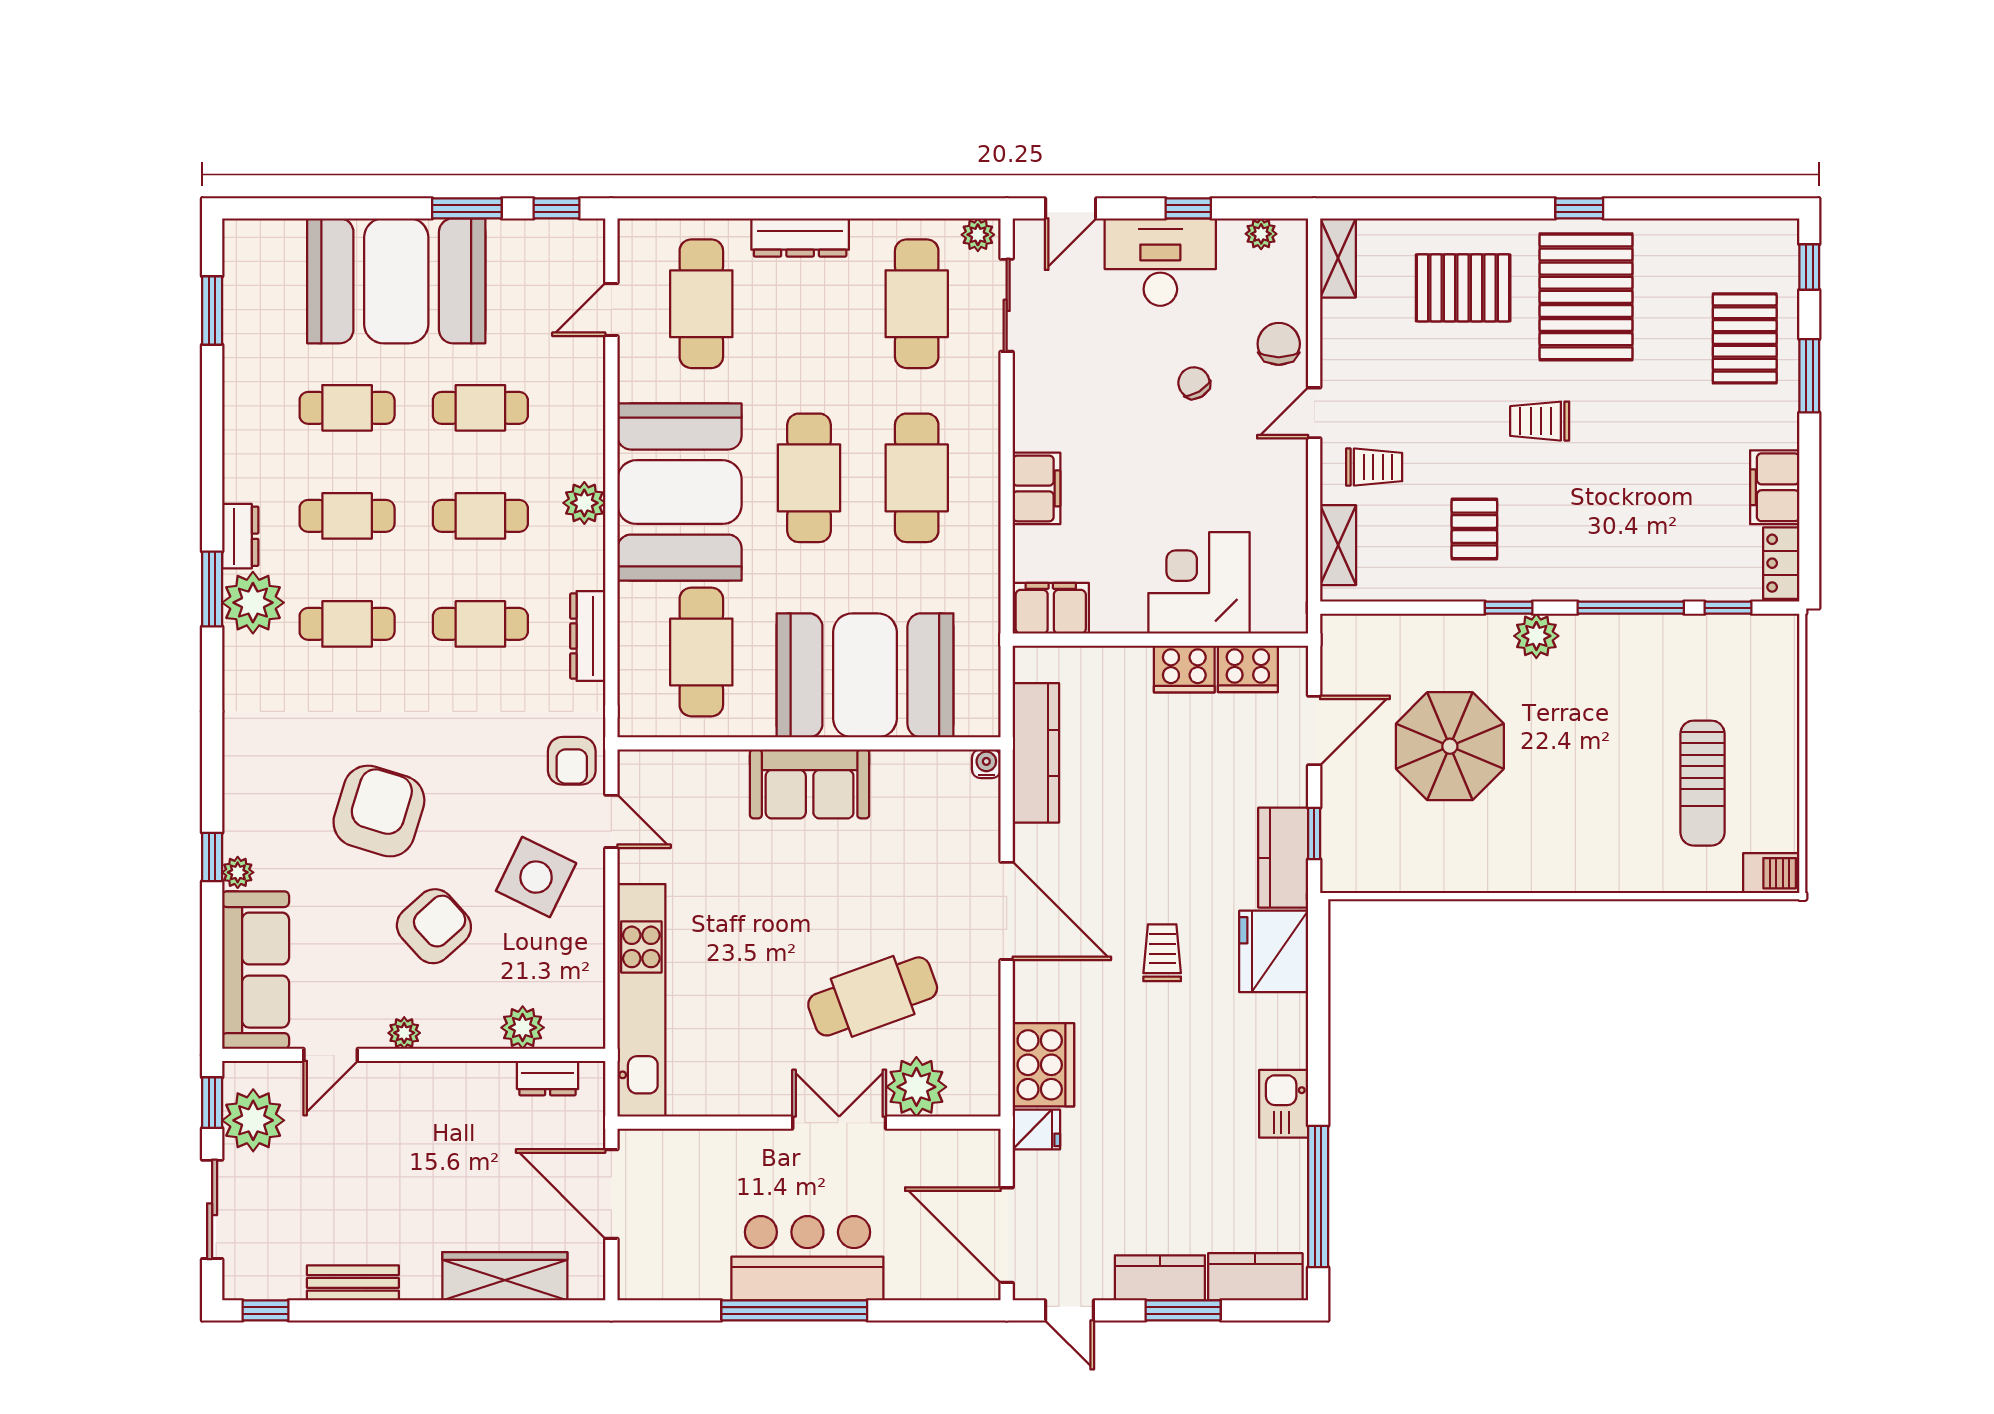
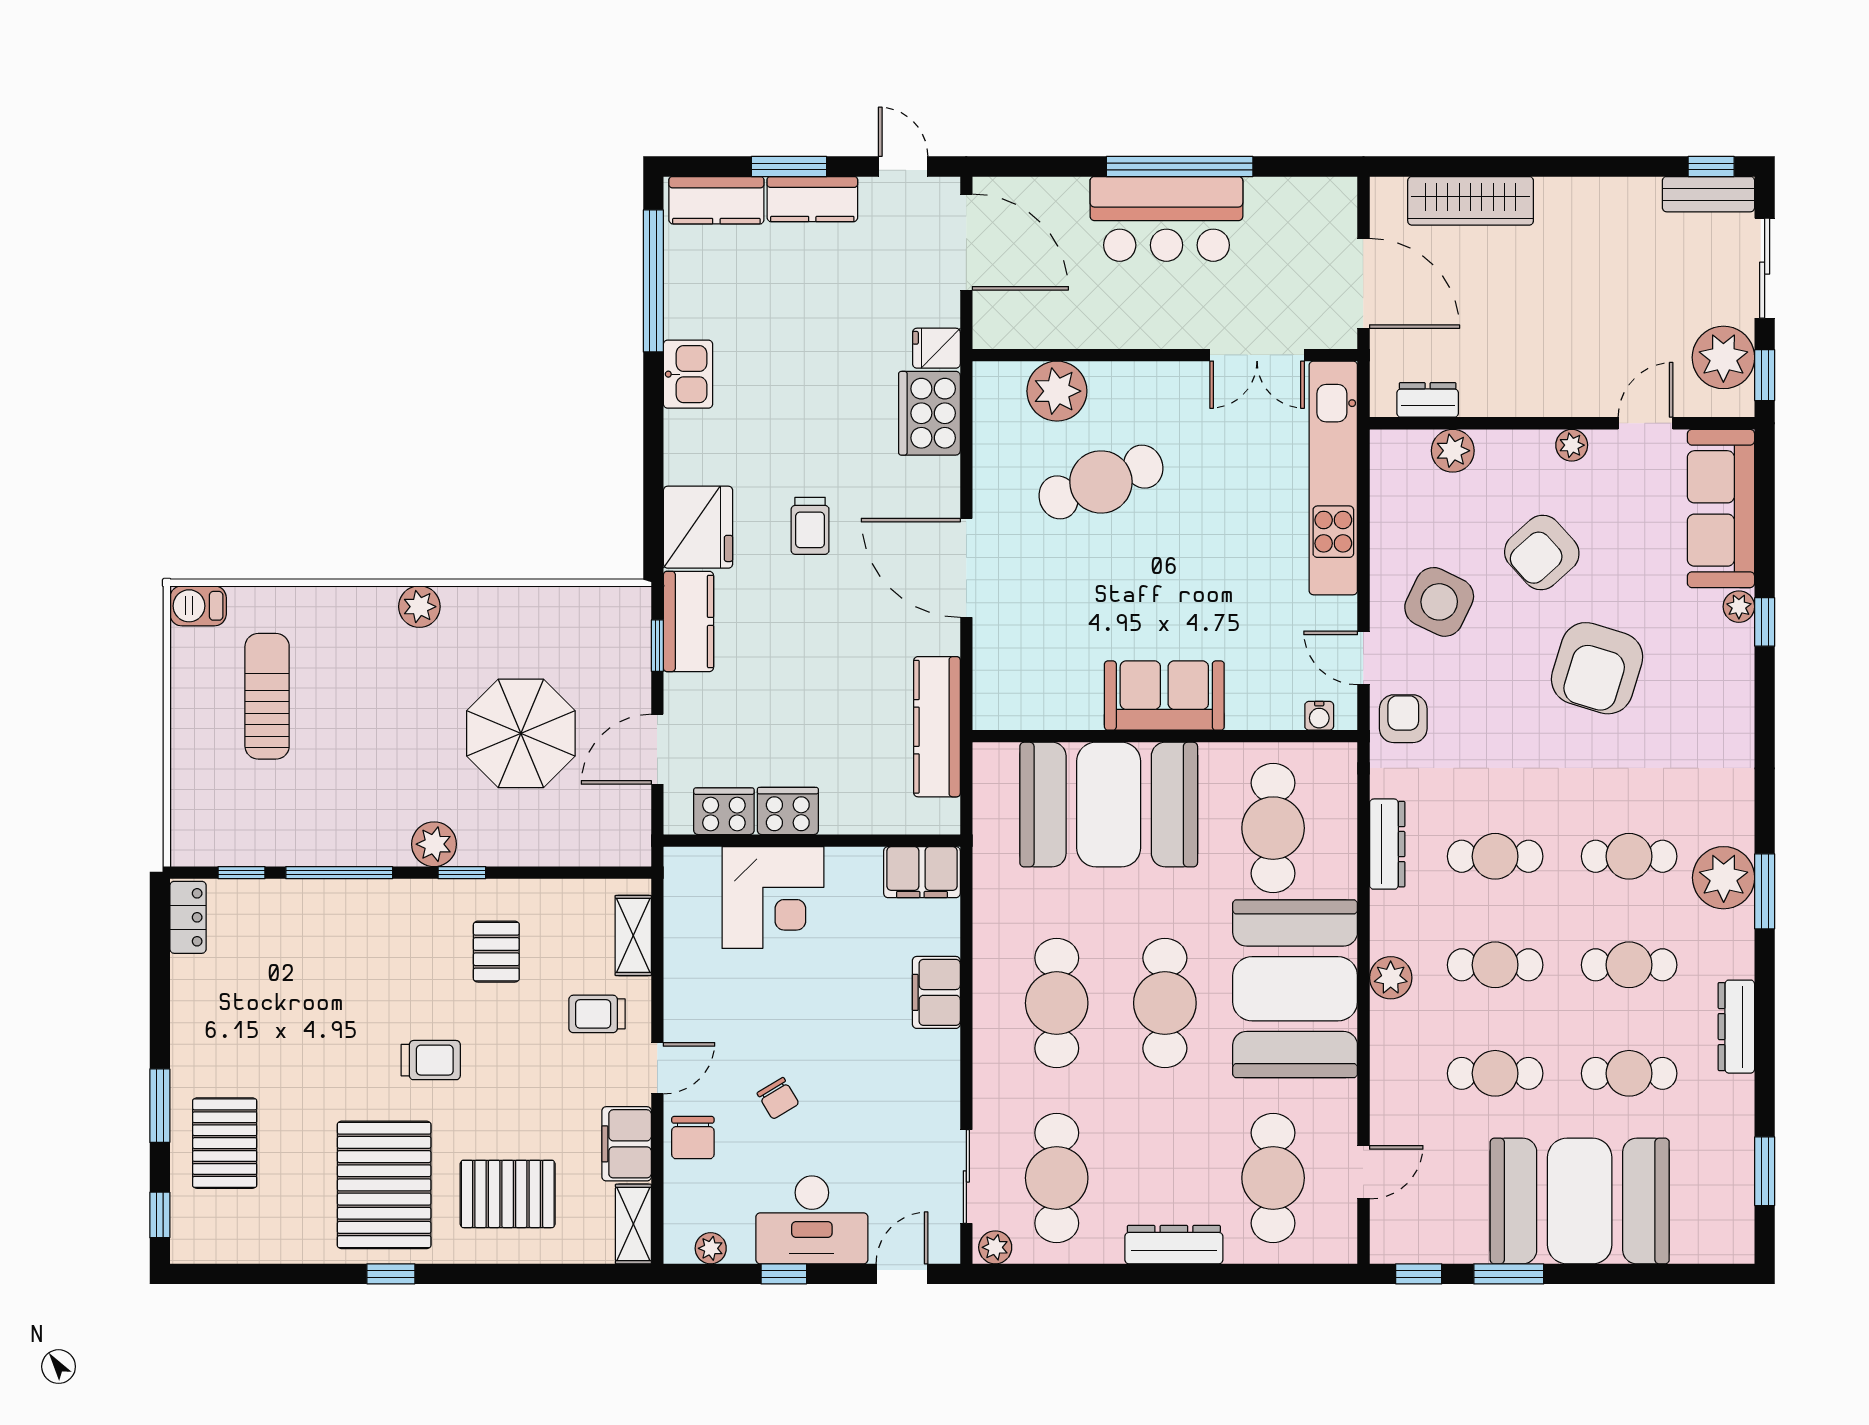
filing cabinet: (1775, 487) -> (627, 1144), moved, turned 180
dresser: (240, 536) -> (1736, 1027), moved, width x1.44
water cooler: (986, 764) -> (1319, 716), moved
plant: (1551, 872) -> (419, 607), added
double door: (839, 1123) -> (1257, 355), moved
bench: (353, 1283) -> (1709, 194), moved

